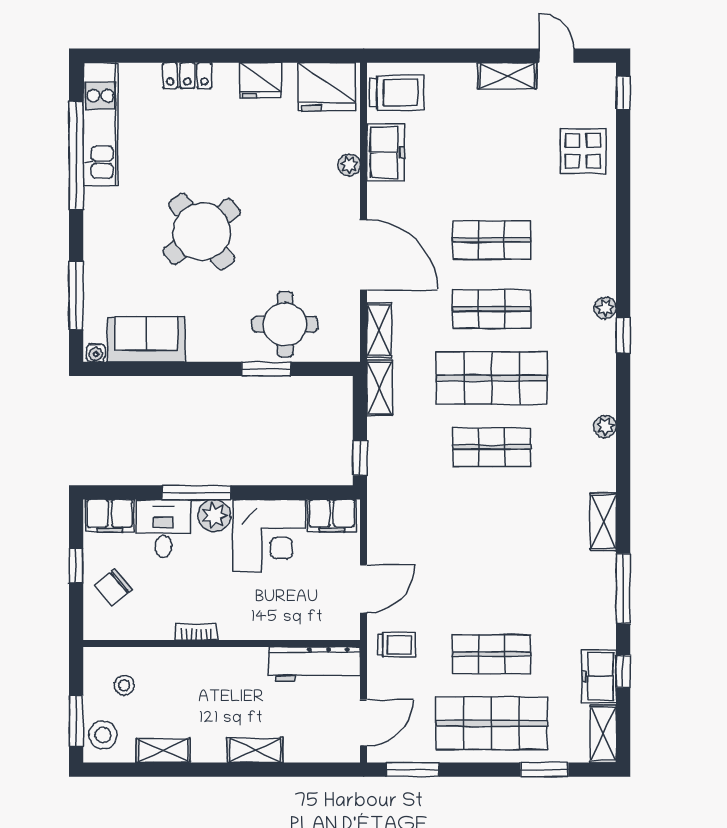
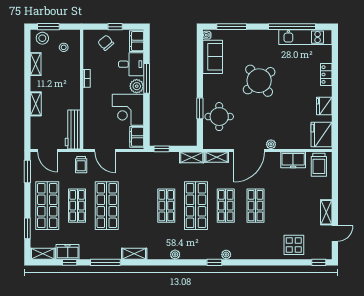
plant: (349, 165) -> (271, 144), moved
shop shelf: (492, 585) -> (107, 206), added

